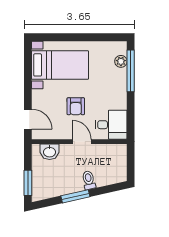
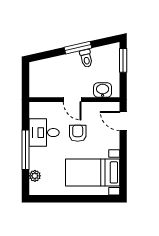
window: (131, 71) -> (25, 150), moved
desk: (111, 125) -> (44, 133), moved
toilet: (89, 180) -> (86, 58), moved

